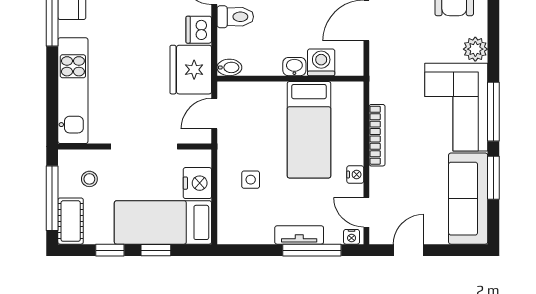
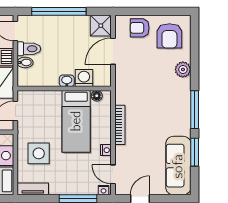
bidet: (229, 67) -> (25, 62), moved
floor lamp: (341, 90) -> (97, 96), added
corner sofa: (456, 107) -> (171, 107), removed
side table: (251, 180) -> (39, 153), width x1.87, depth x1.87
tv unit: (299, 235) -> (33, 189), moved

